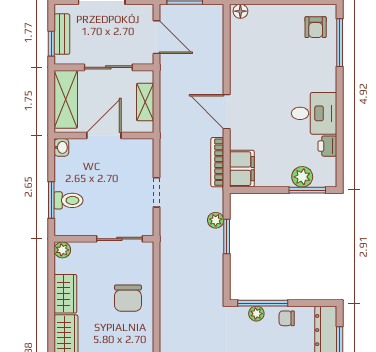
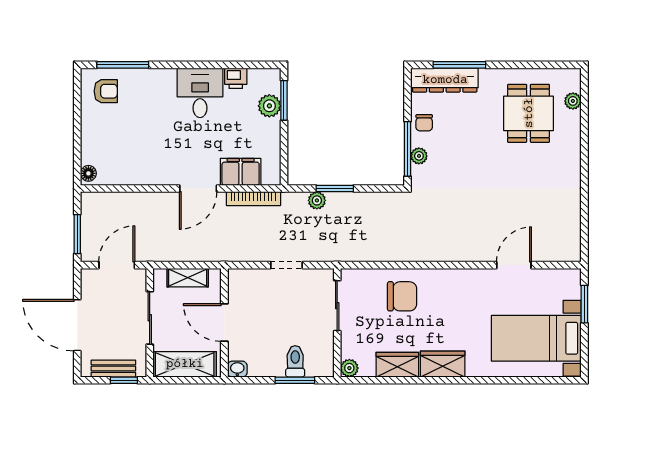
filing cabinet: (242, 169) -> (241, 172), moved

